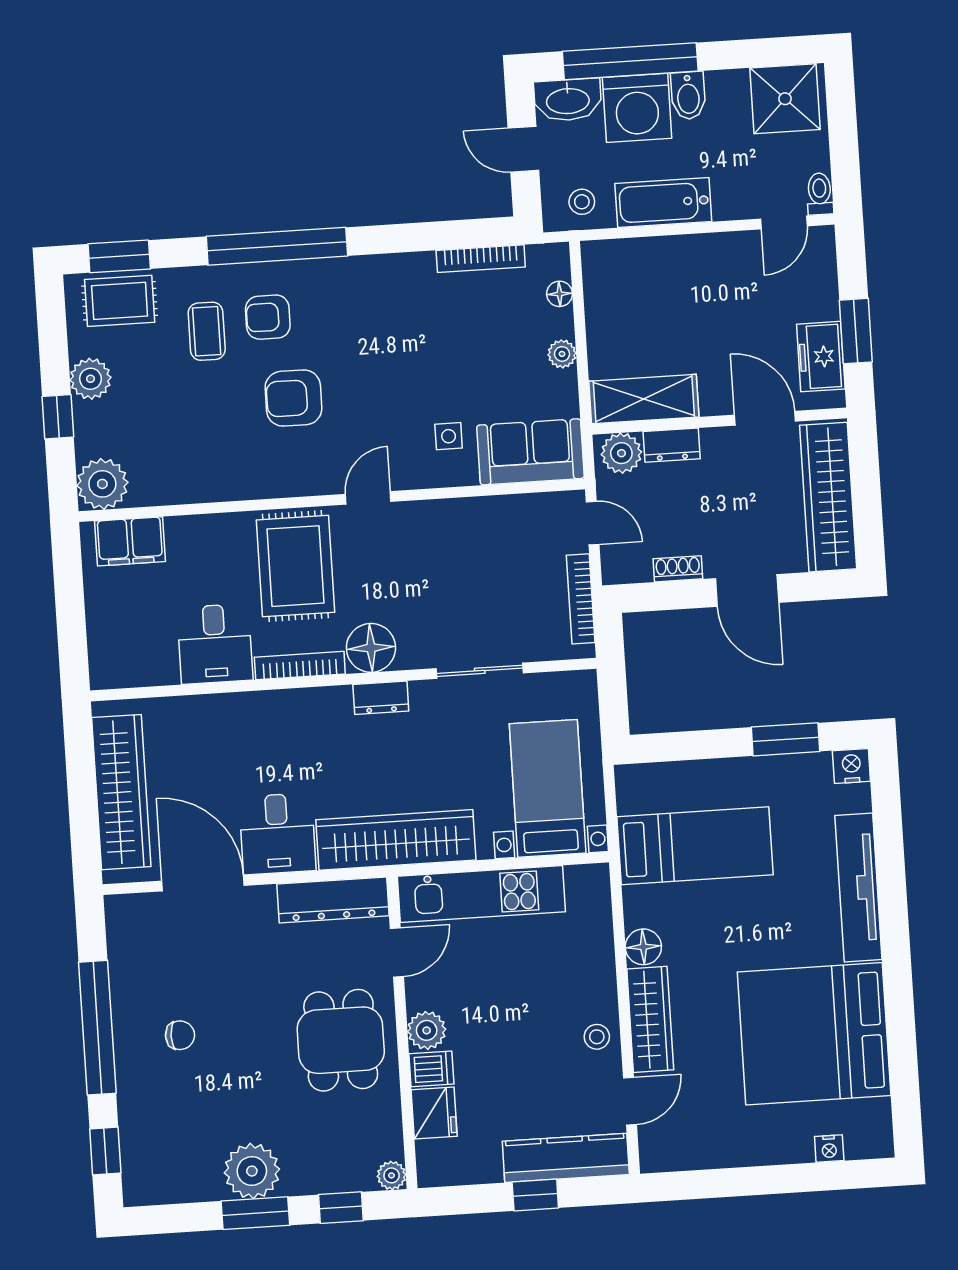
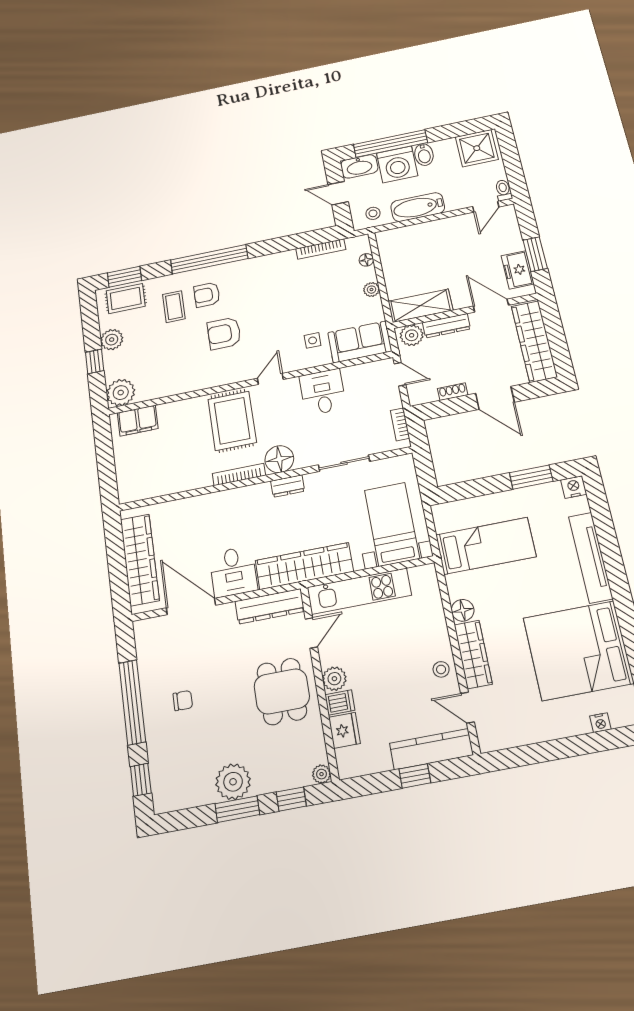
dresser: (672, 445) -> (446, 326), width x1.44
bookcase: (581, 599) -> (400, 424), width x0.64
desk: (215, 644) -> (323, 392), moved, turned 180
door: (630, 1101) -> (467, 708), swing flipped

